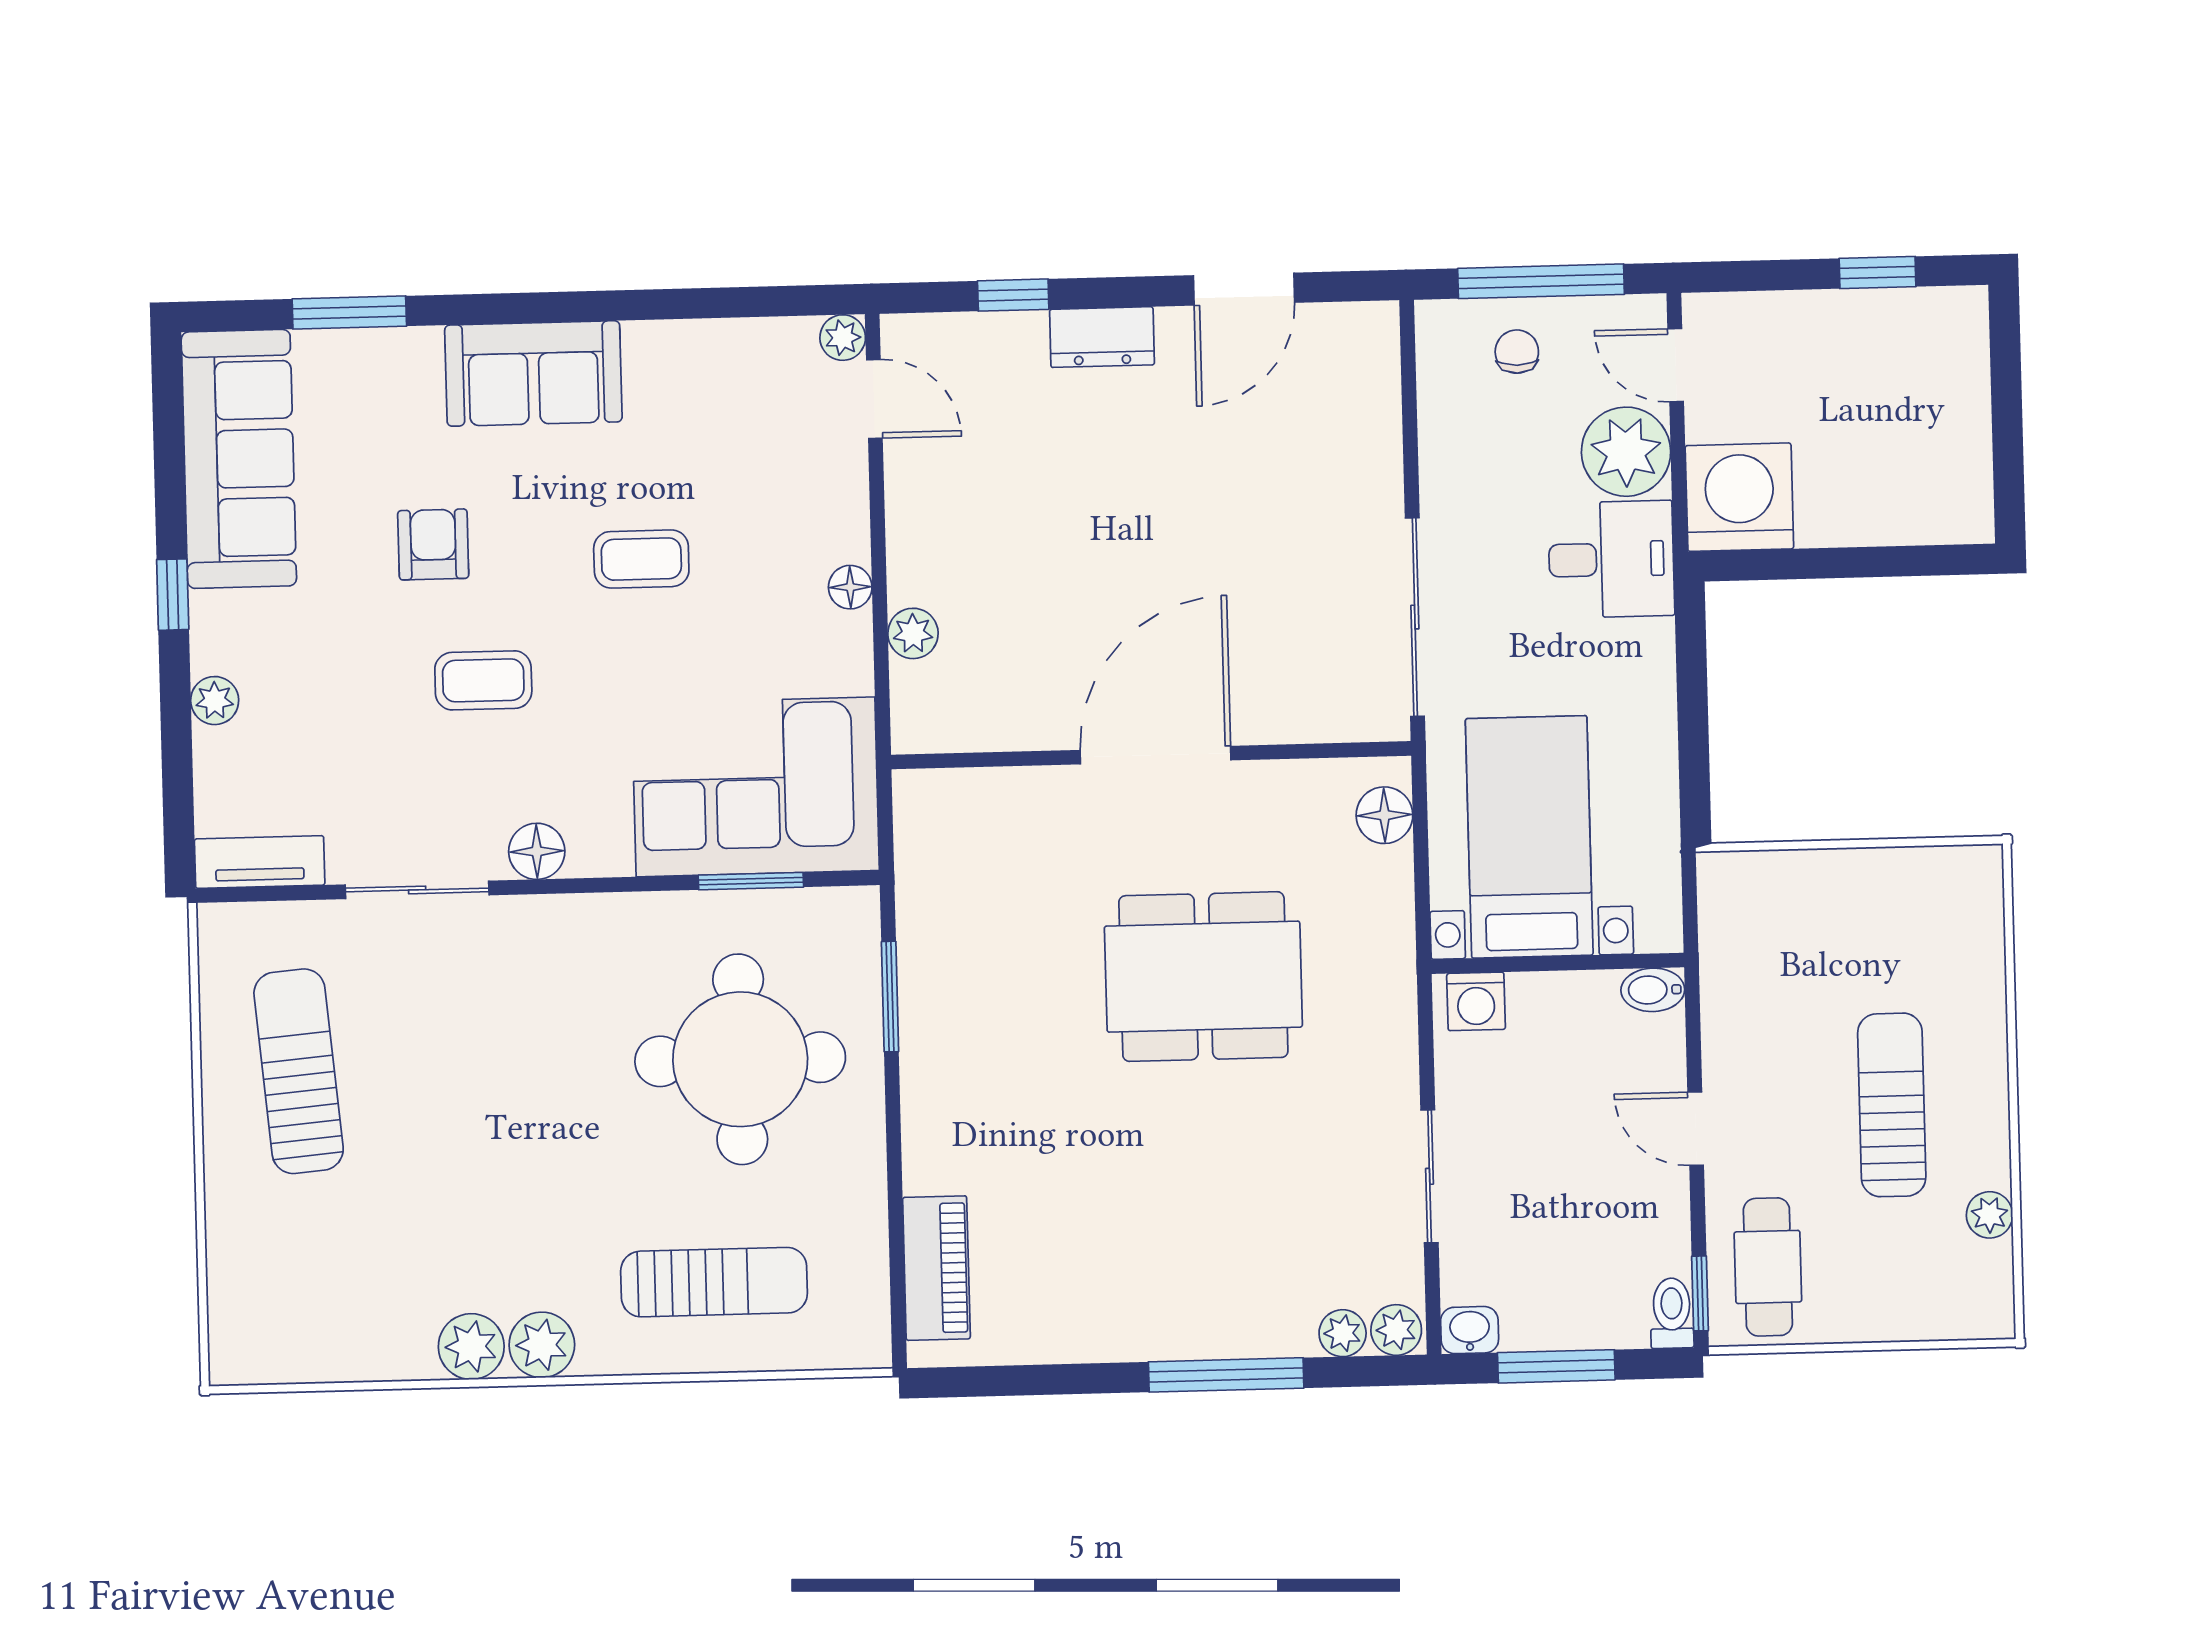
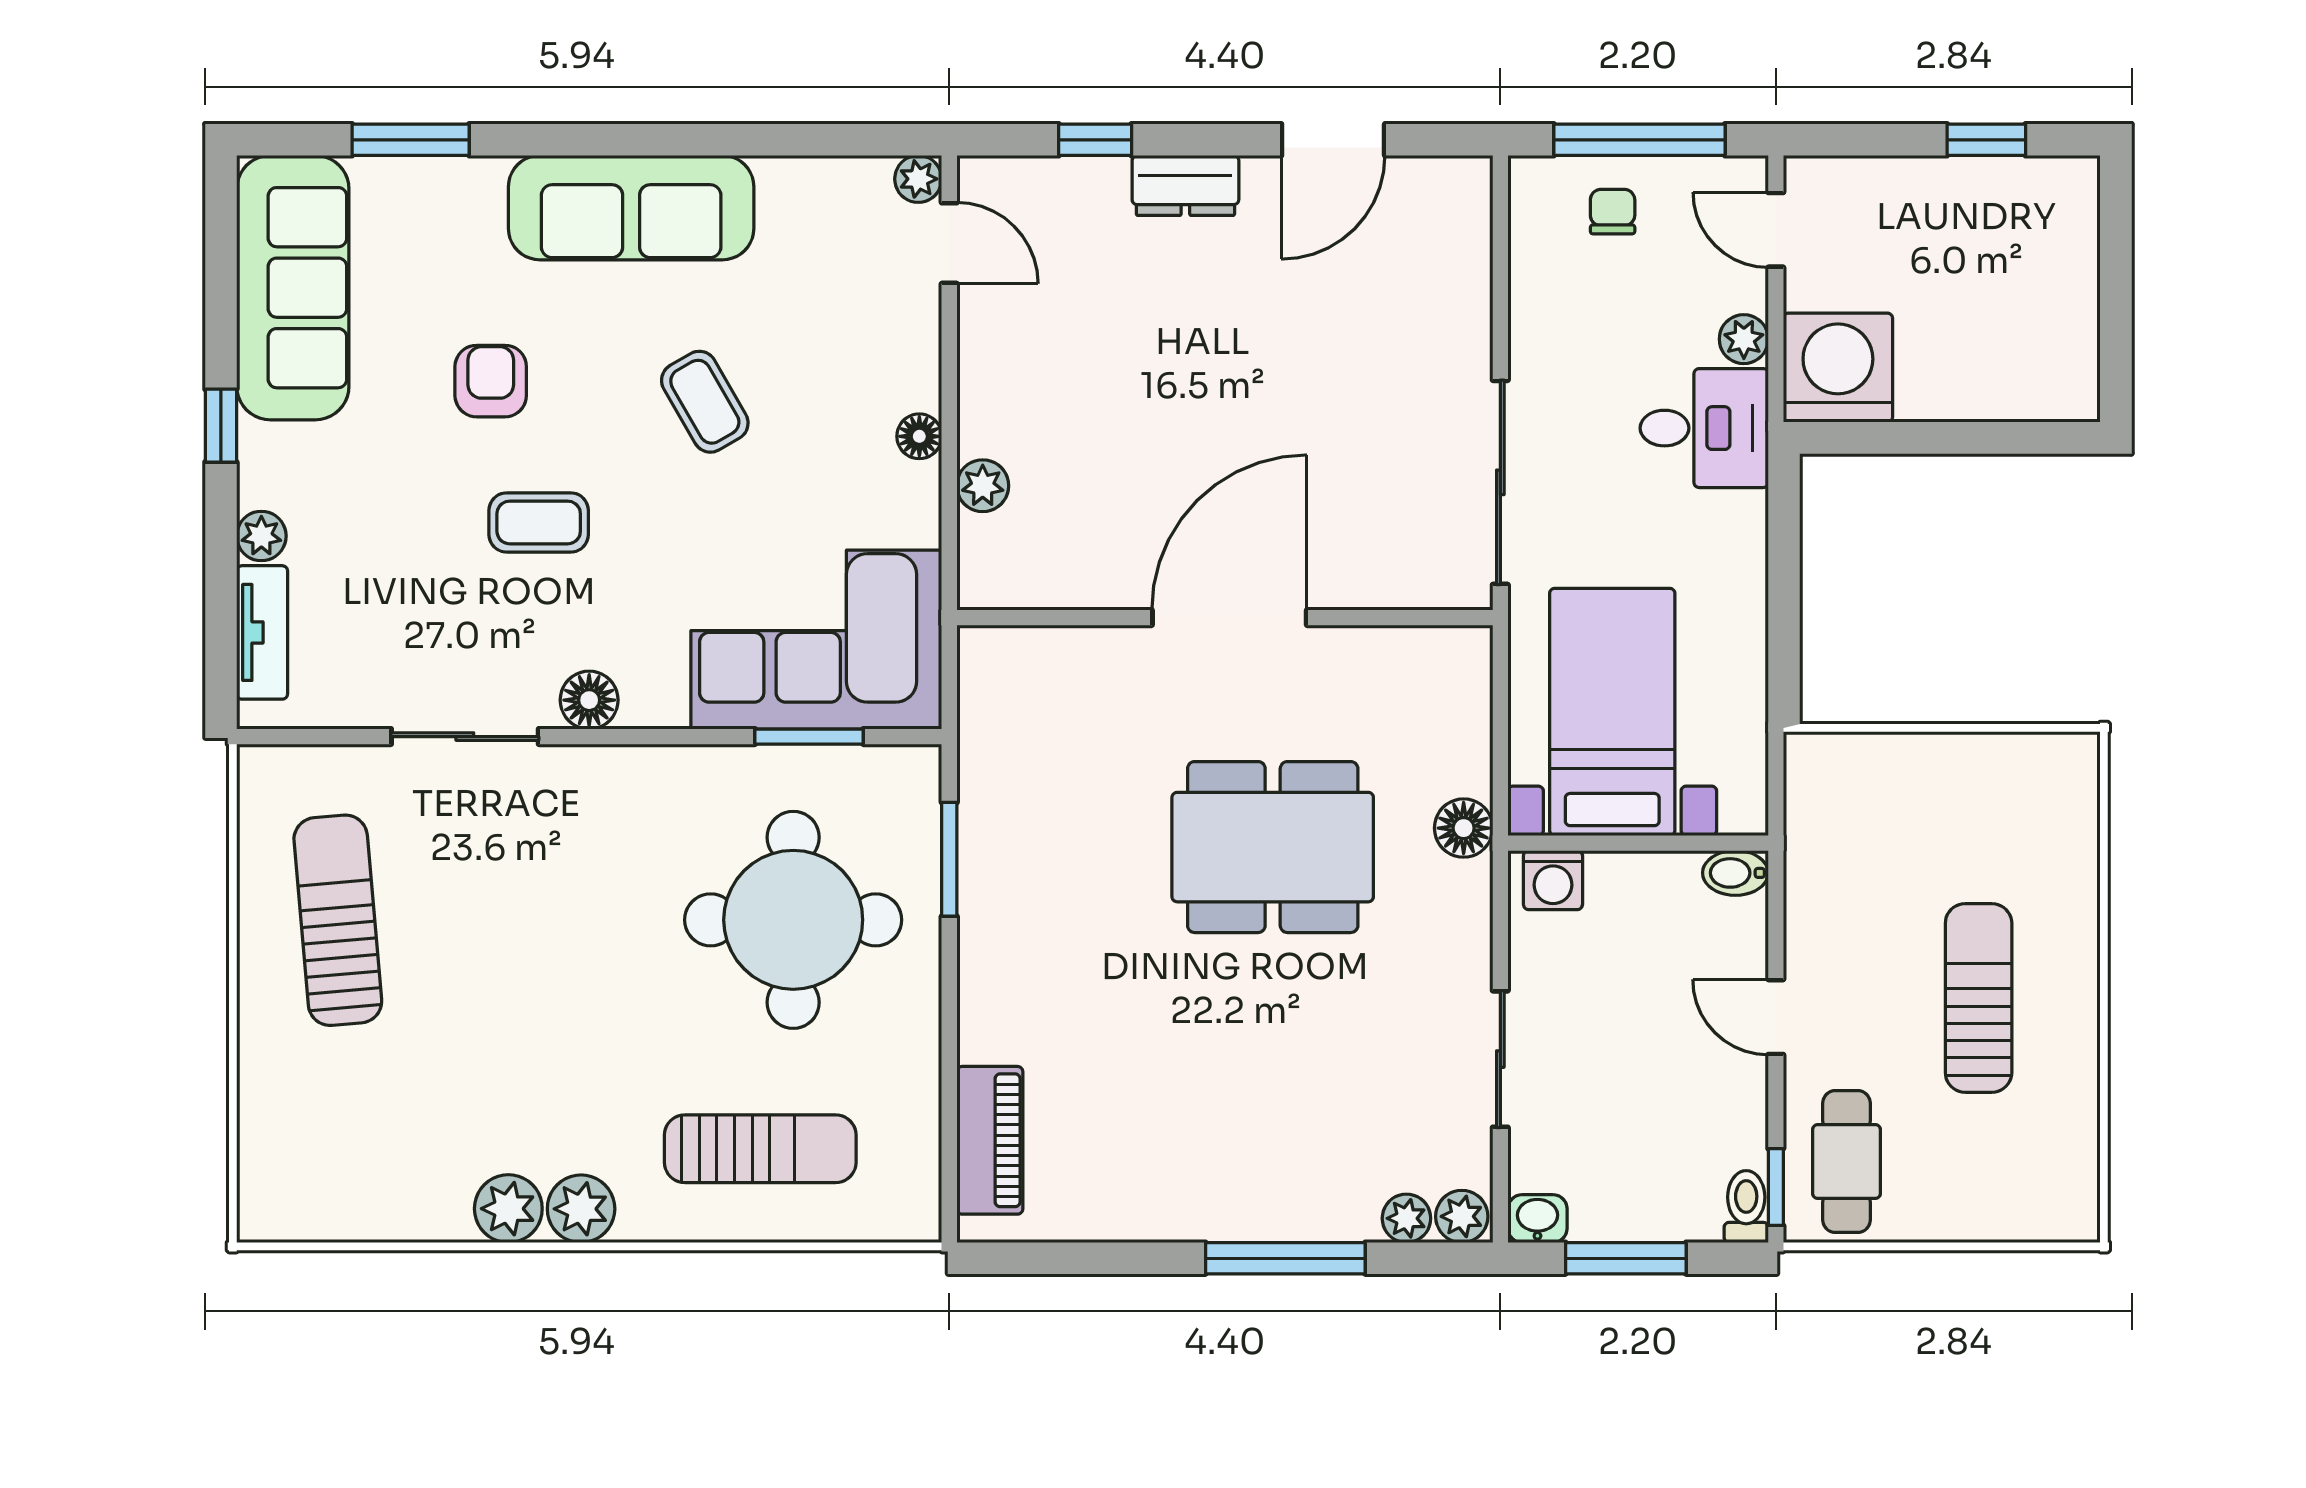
sofa: (533, 373) -> (631, 208), width x1.36
plant: (1626, 452) -> (1744, 339), width x0.53, depth x0.53
coffee table: (641, 559) -> (705, 402), turned 60
floor lamp: (1384, 815) -> (1464, 828), moved
tv unit: (260, 862) -> (262, 632), moved, turned 90
plant: (1990, 1215) -> (2076, 1114), removed

